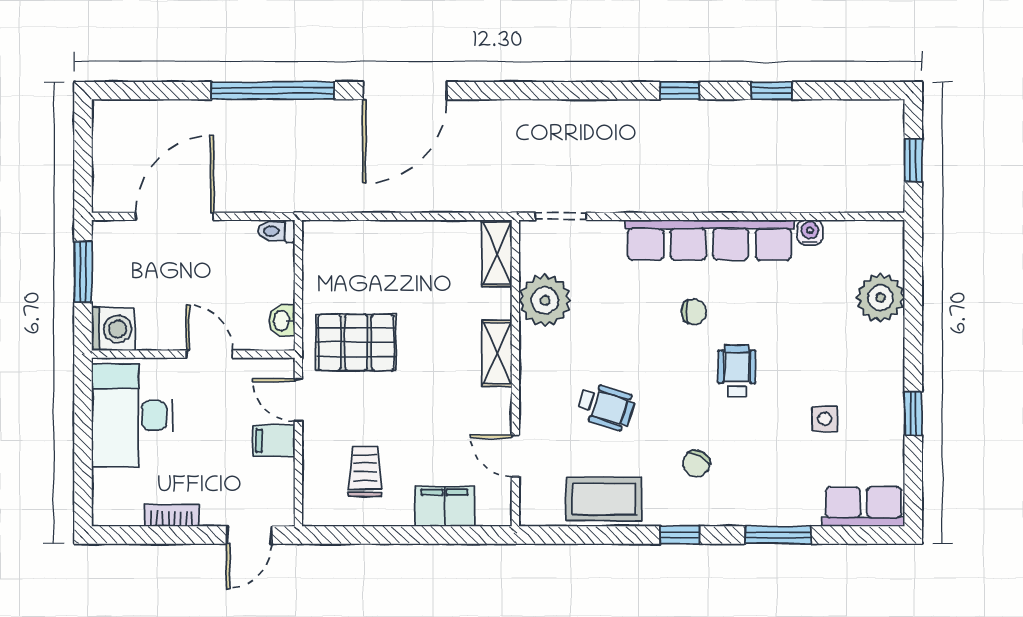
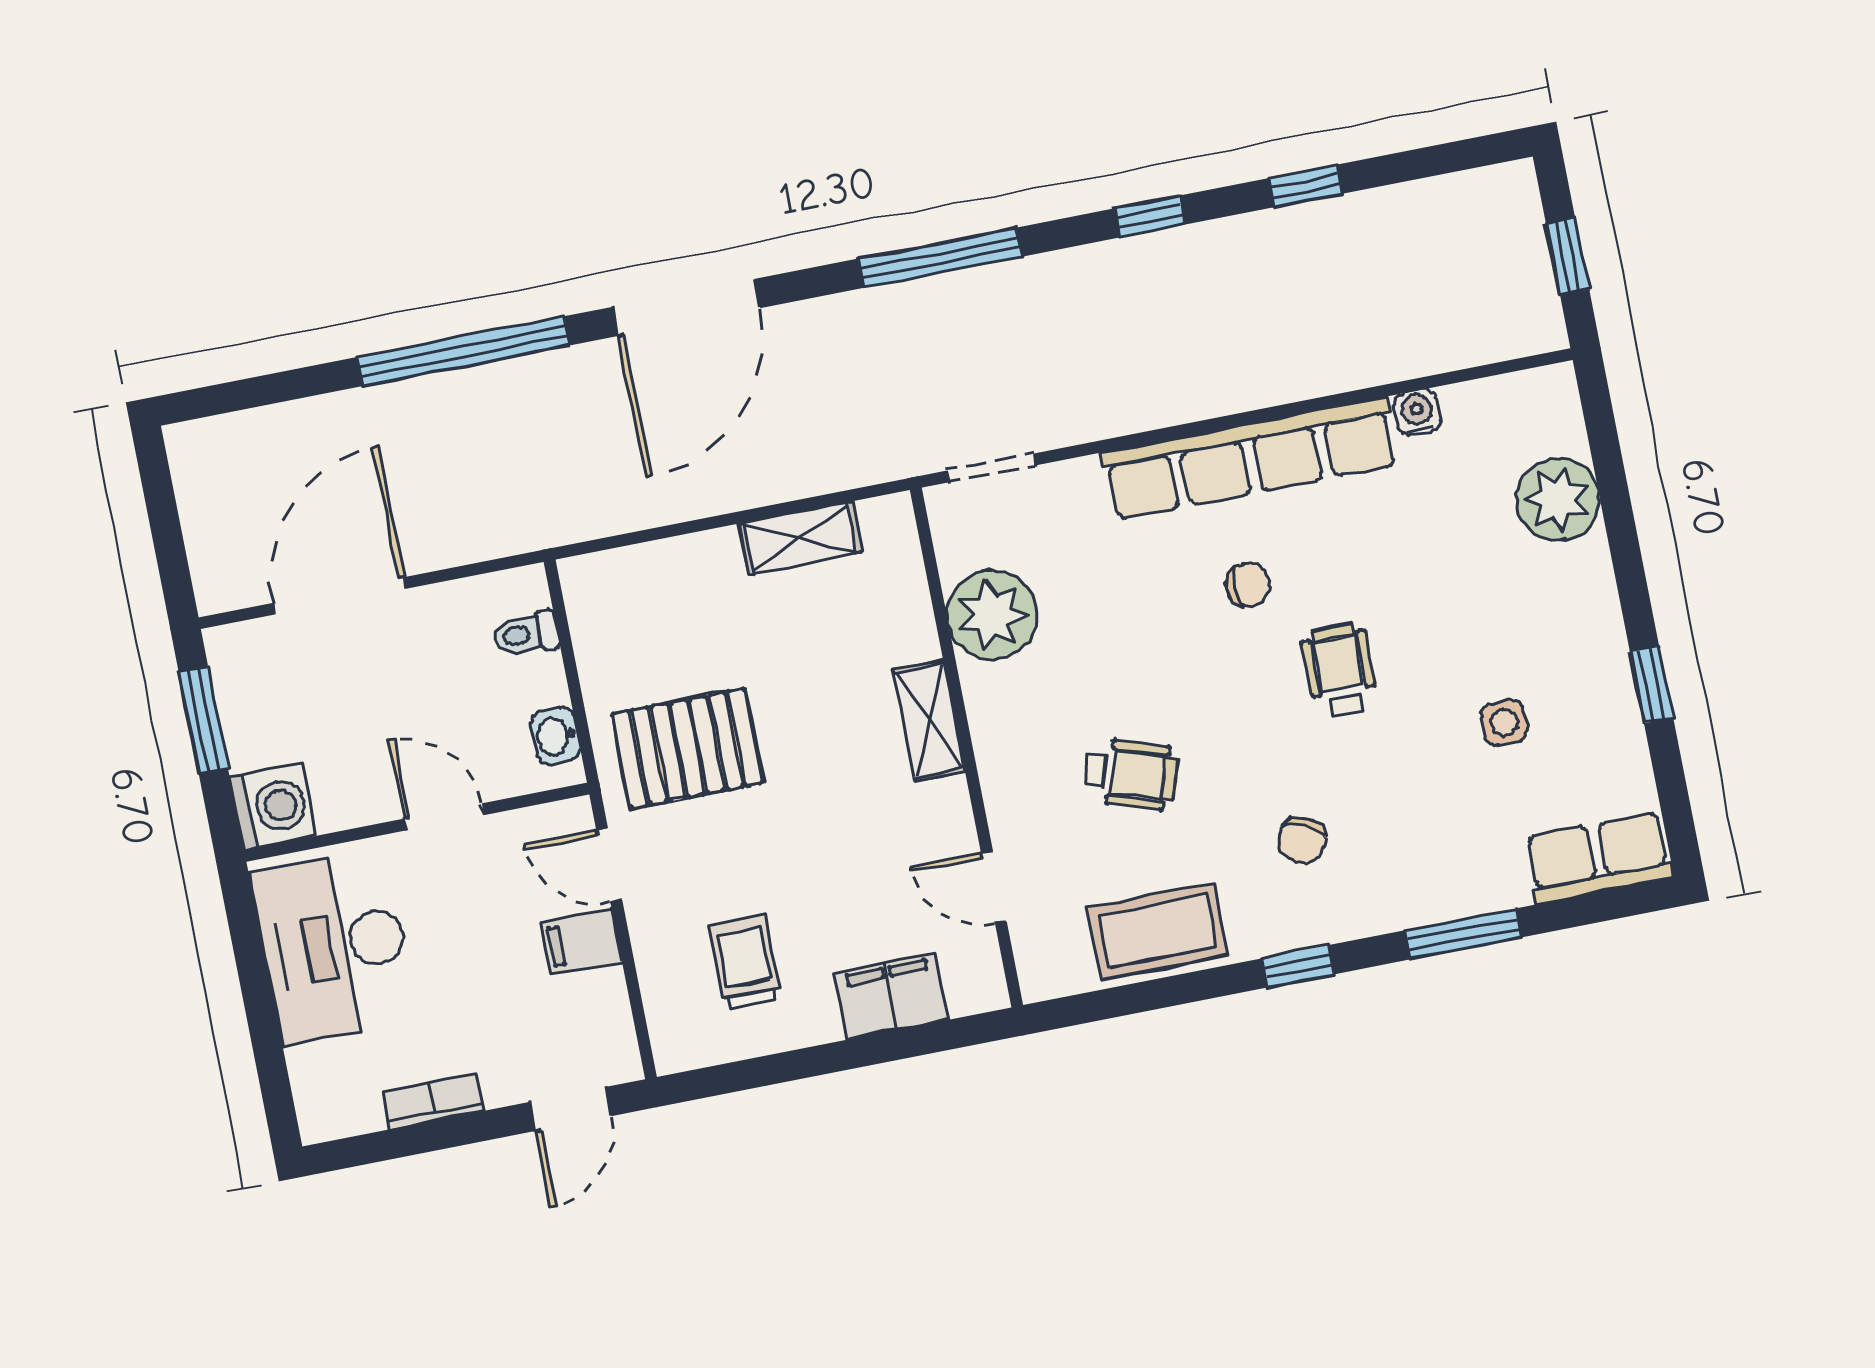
window: (555, 91) -> (940, 258), added
toilet: (276, 231) -> (525, 634), moved
shelving: (497, 253) -> (800, 538), moved, turned 90

